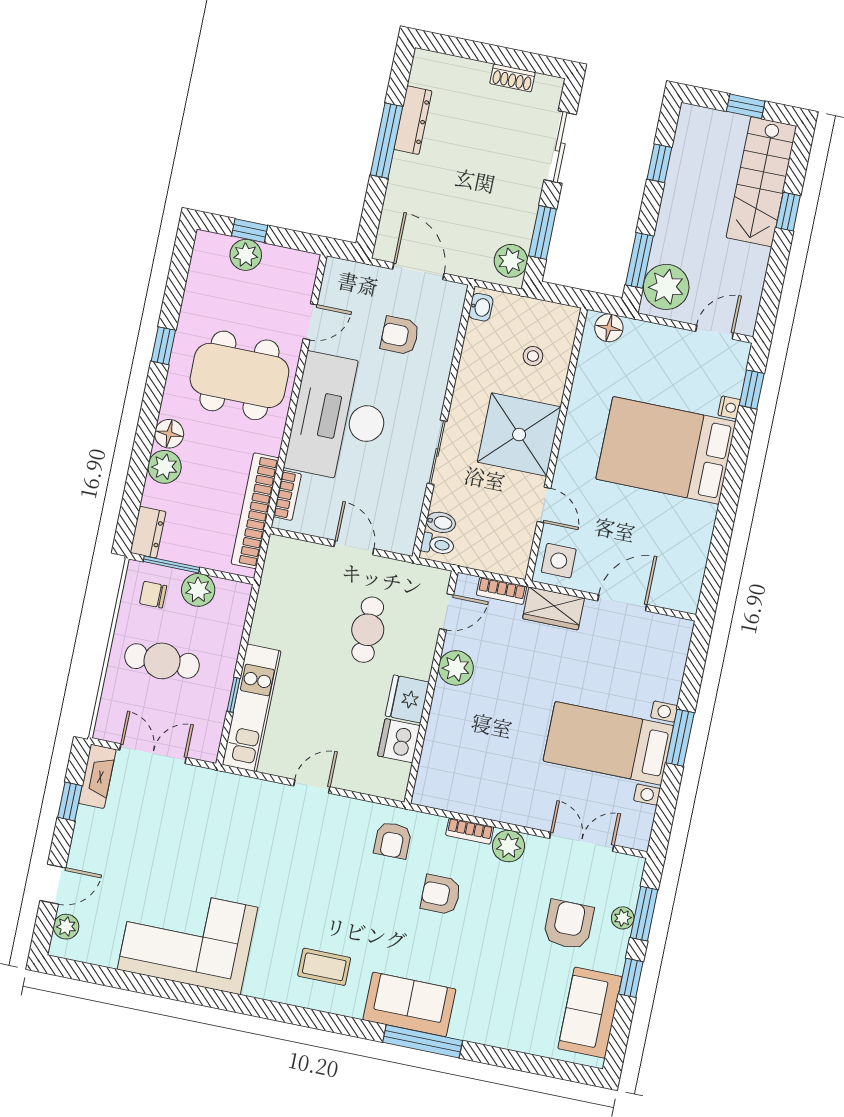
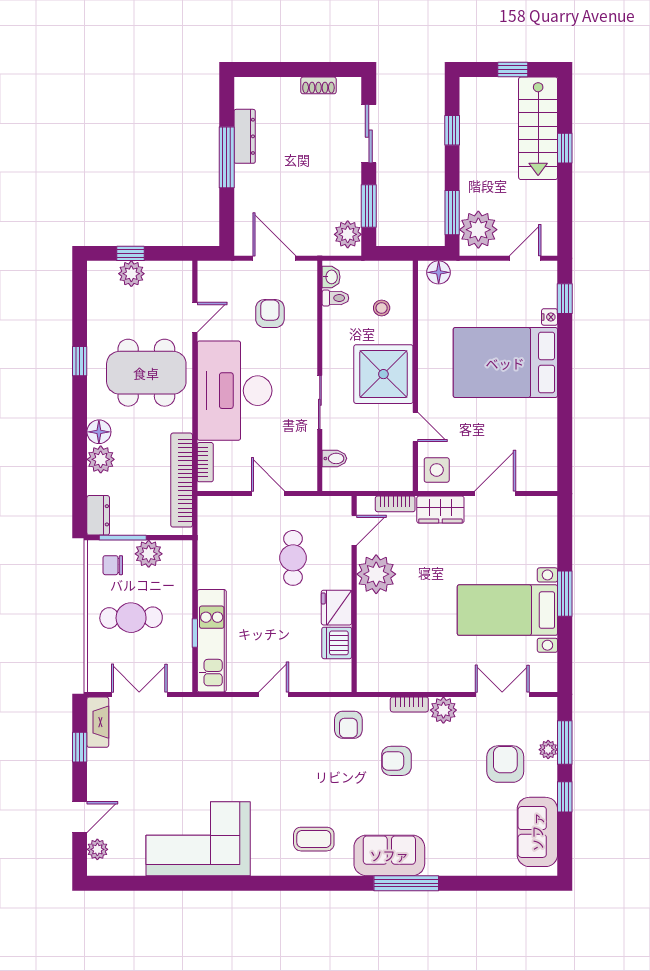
armchair: (400, 336) -> (270, 314), turned 90
toilet: (438, 544) -> (335, 298), moved
plant: (456, 668) -> (376, 574), width x1.36, depth x1.36

